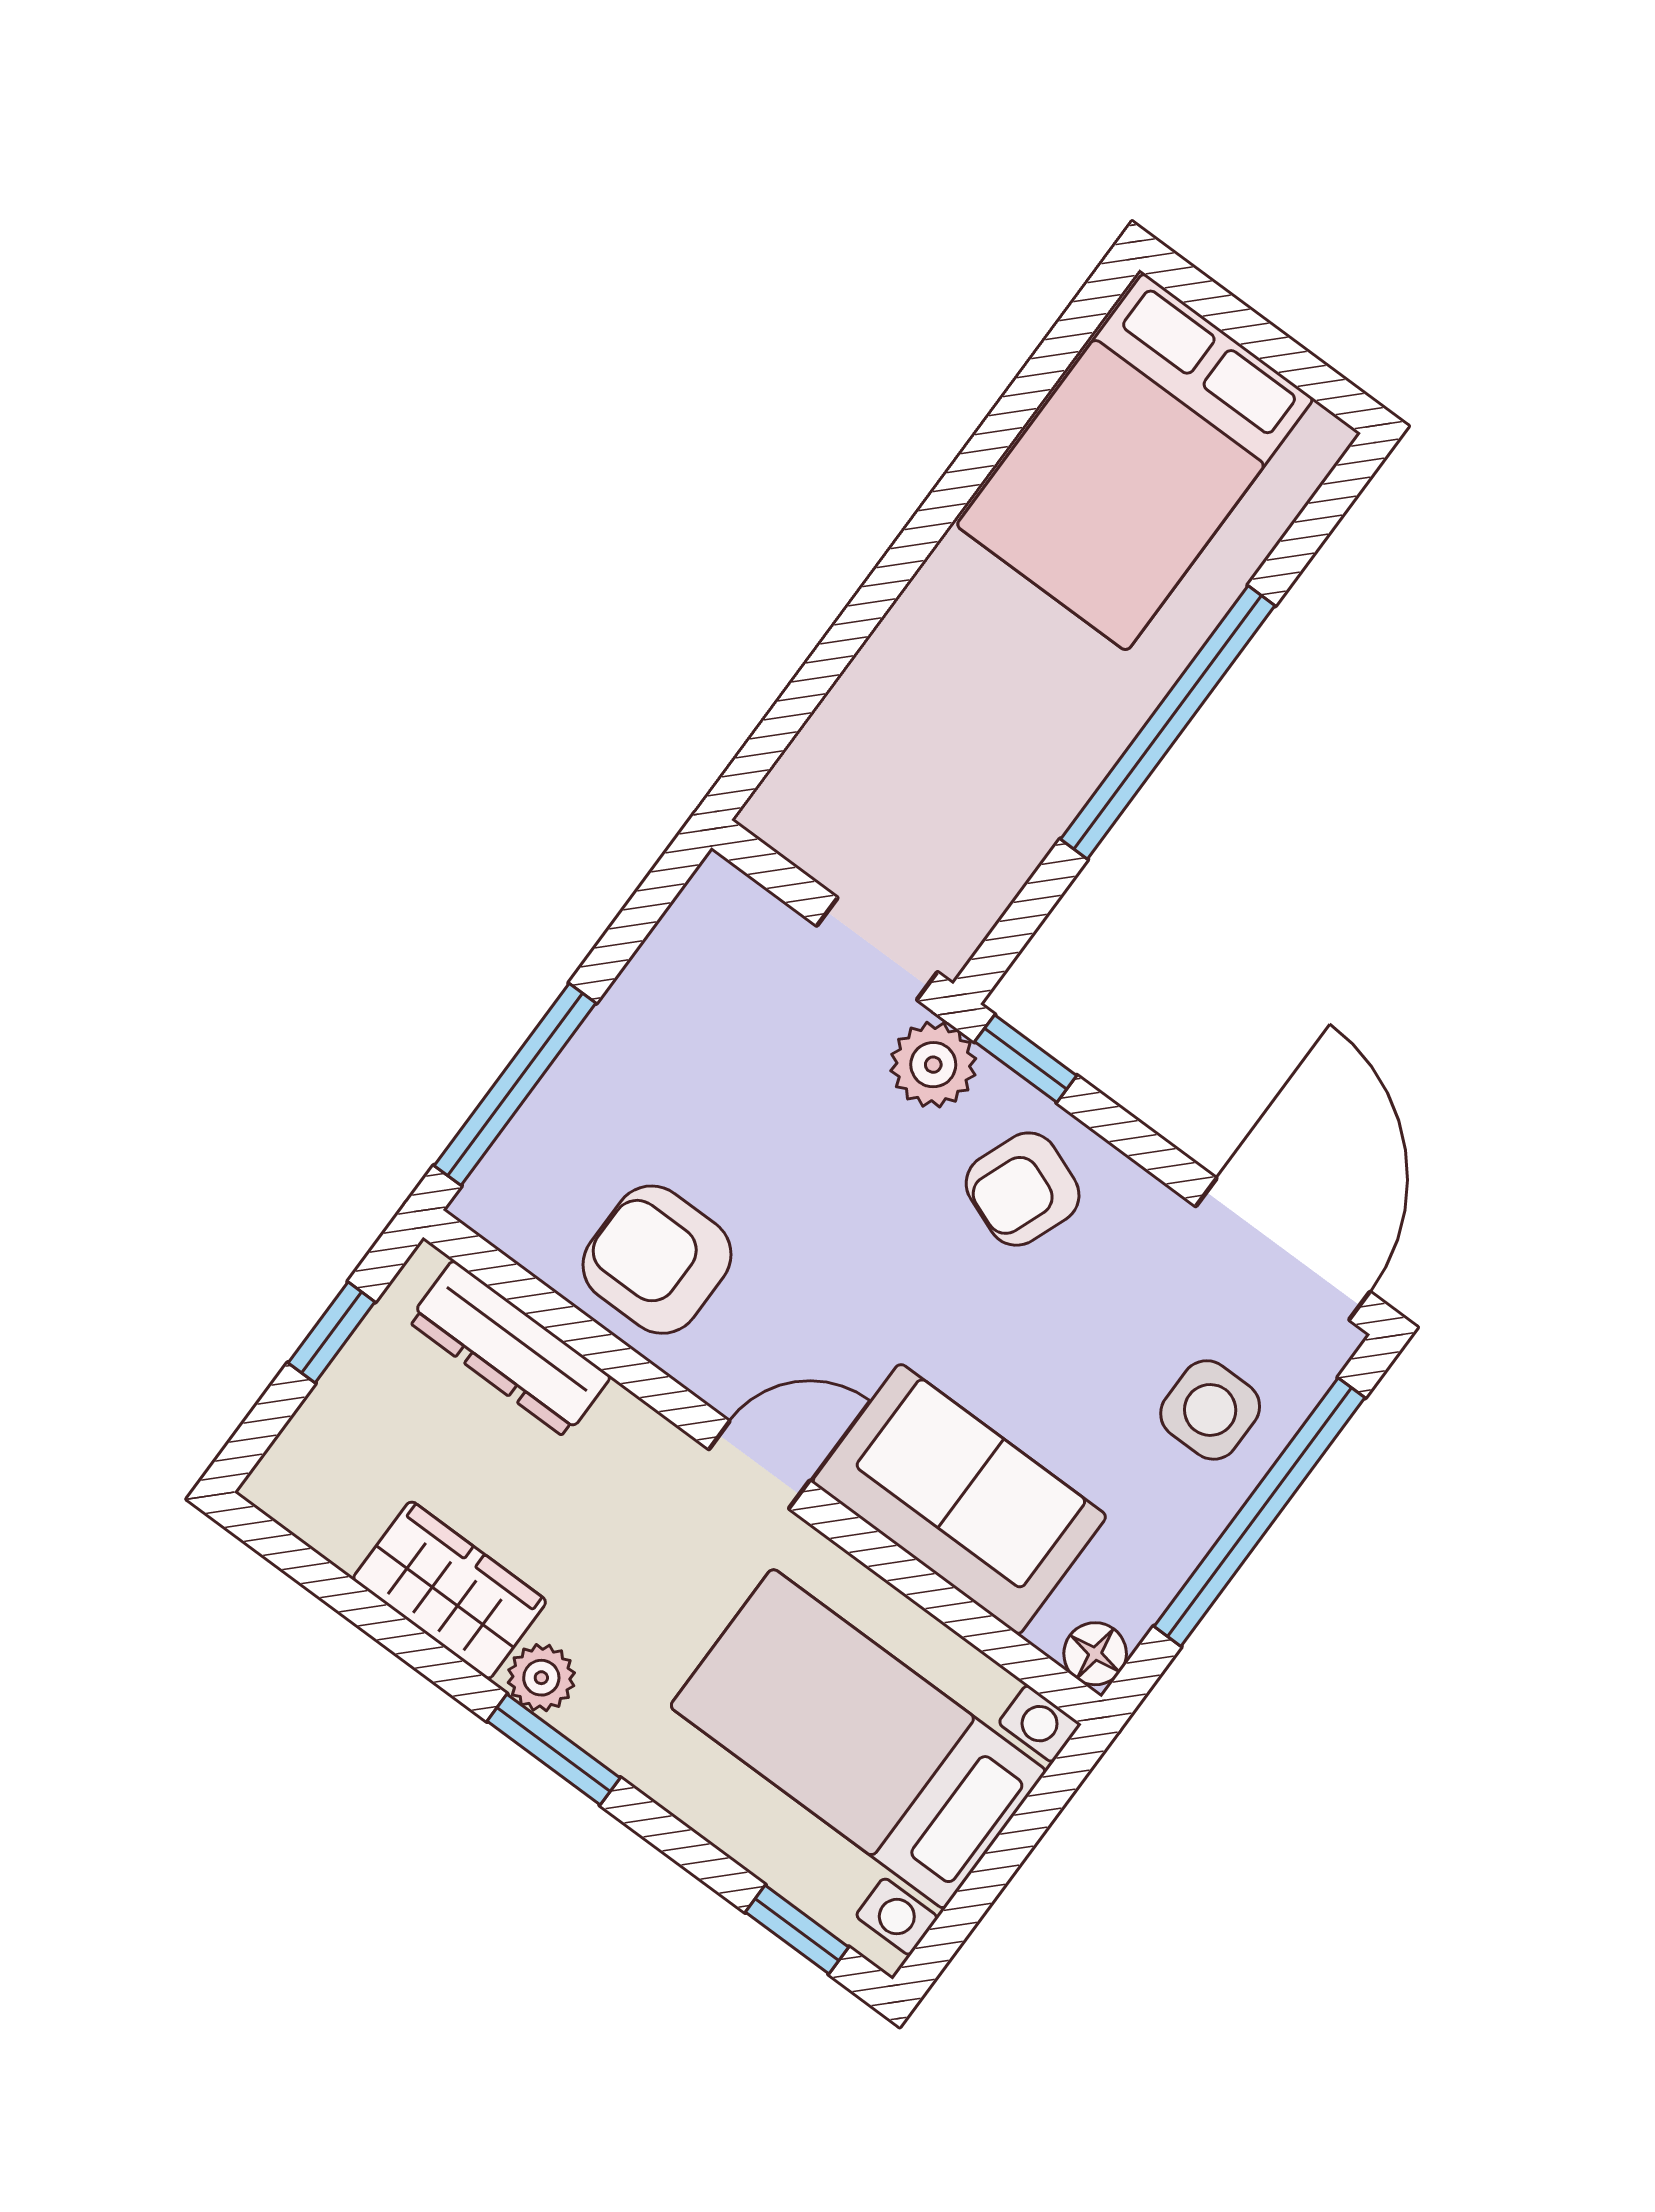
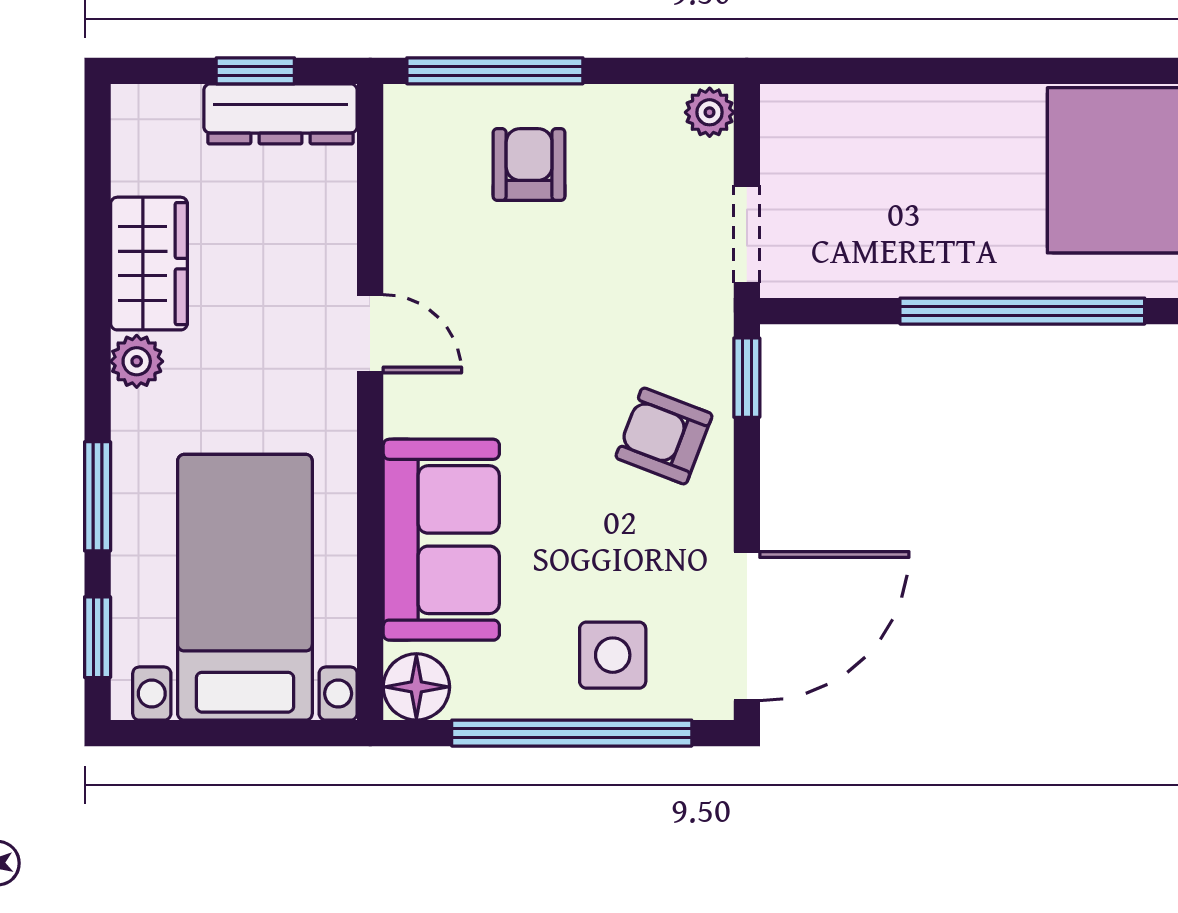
plant: (933, 1065) -> (710, 112), moved, width x0.73, depth x0.73
armchair: (657, 1260) -> (529, 165), moved, width x0.72, depth x0.72
dresser: (509, 1349) -> (280, 114), moved, turned -90
door: (759, 1465) -> (370, 334), moved
floor lamp: (1095, 1654) -> (416, 687), width x1.37, depth x1.37
window: (554, 1749) -> (98, 496), moved

